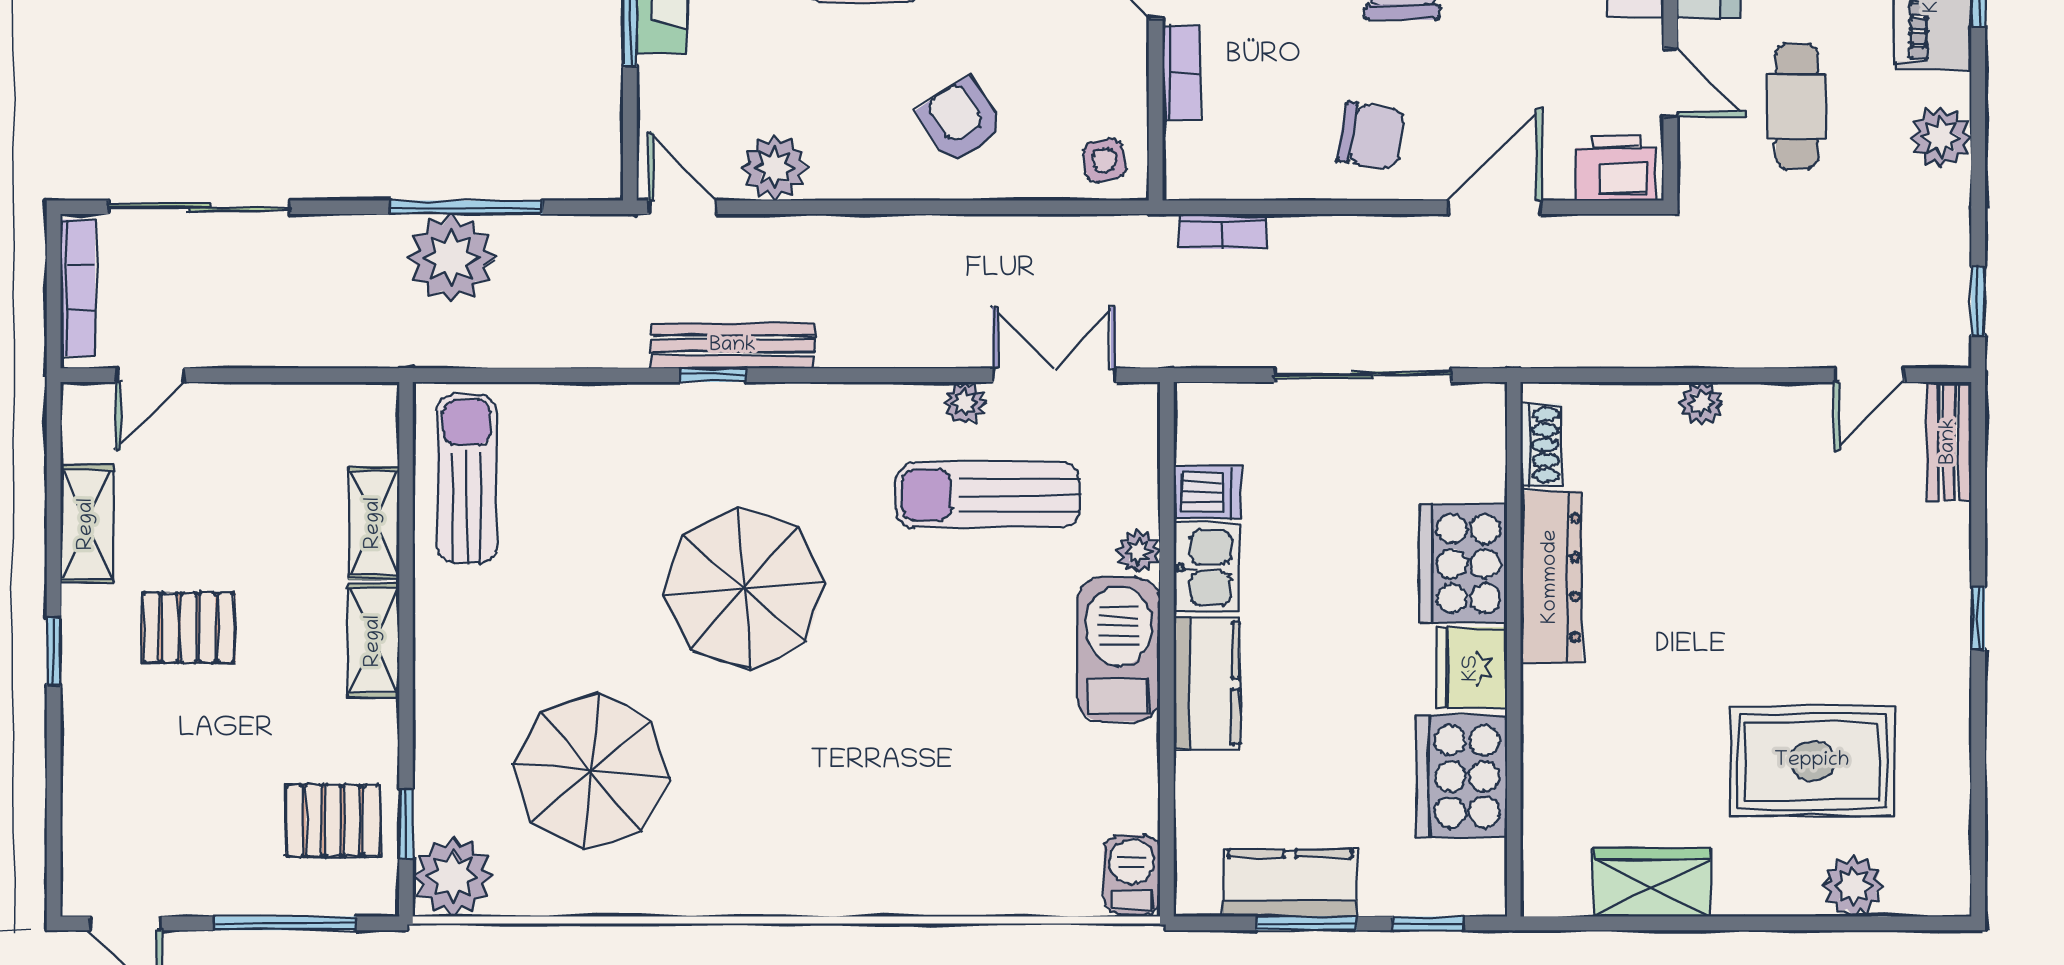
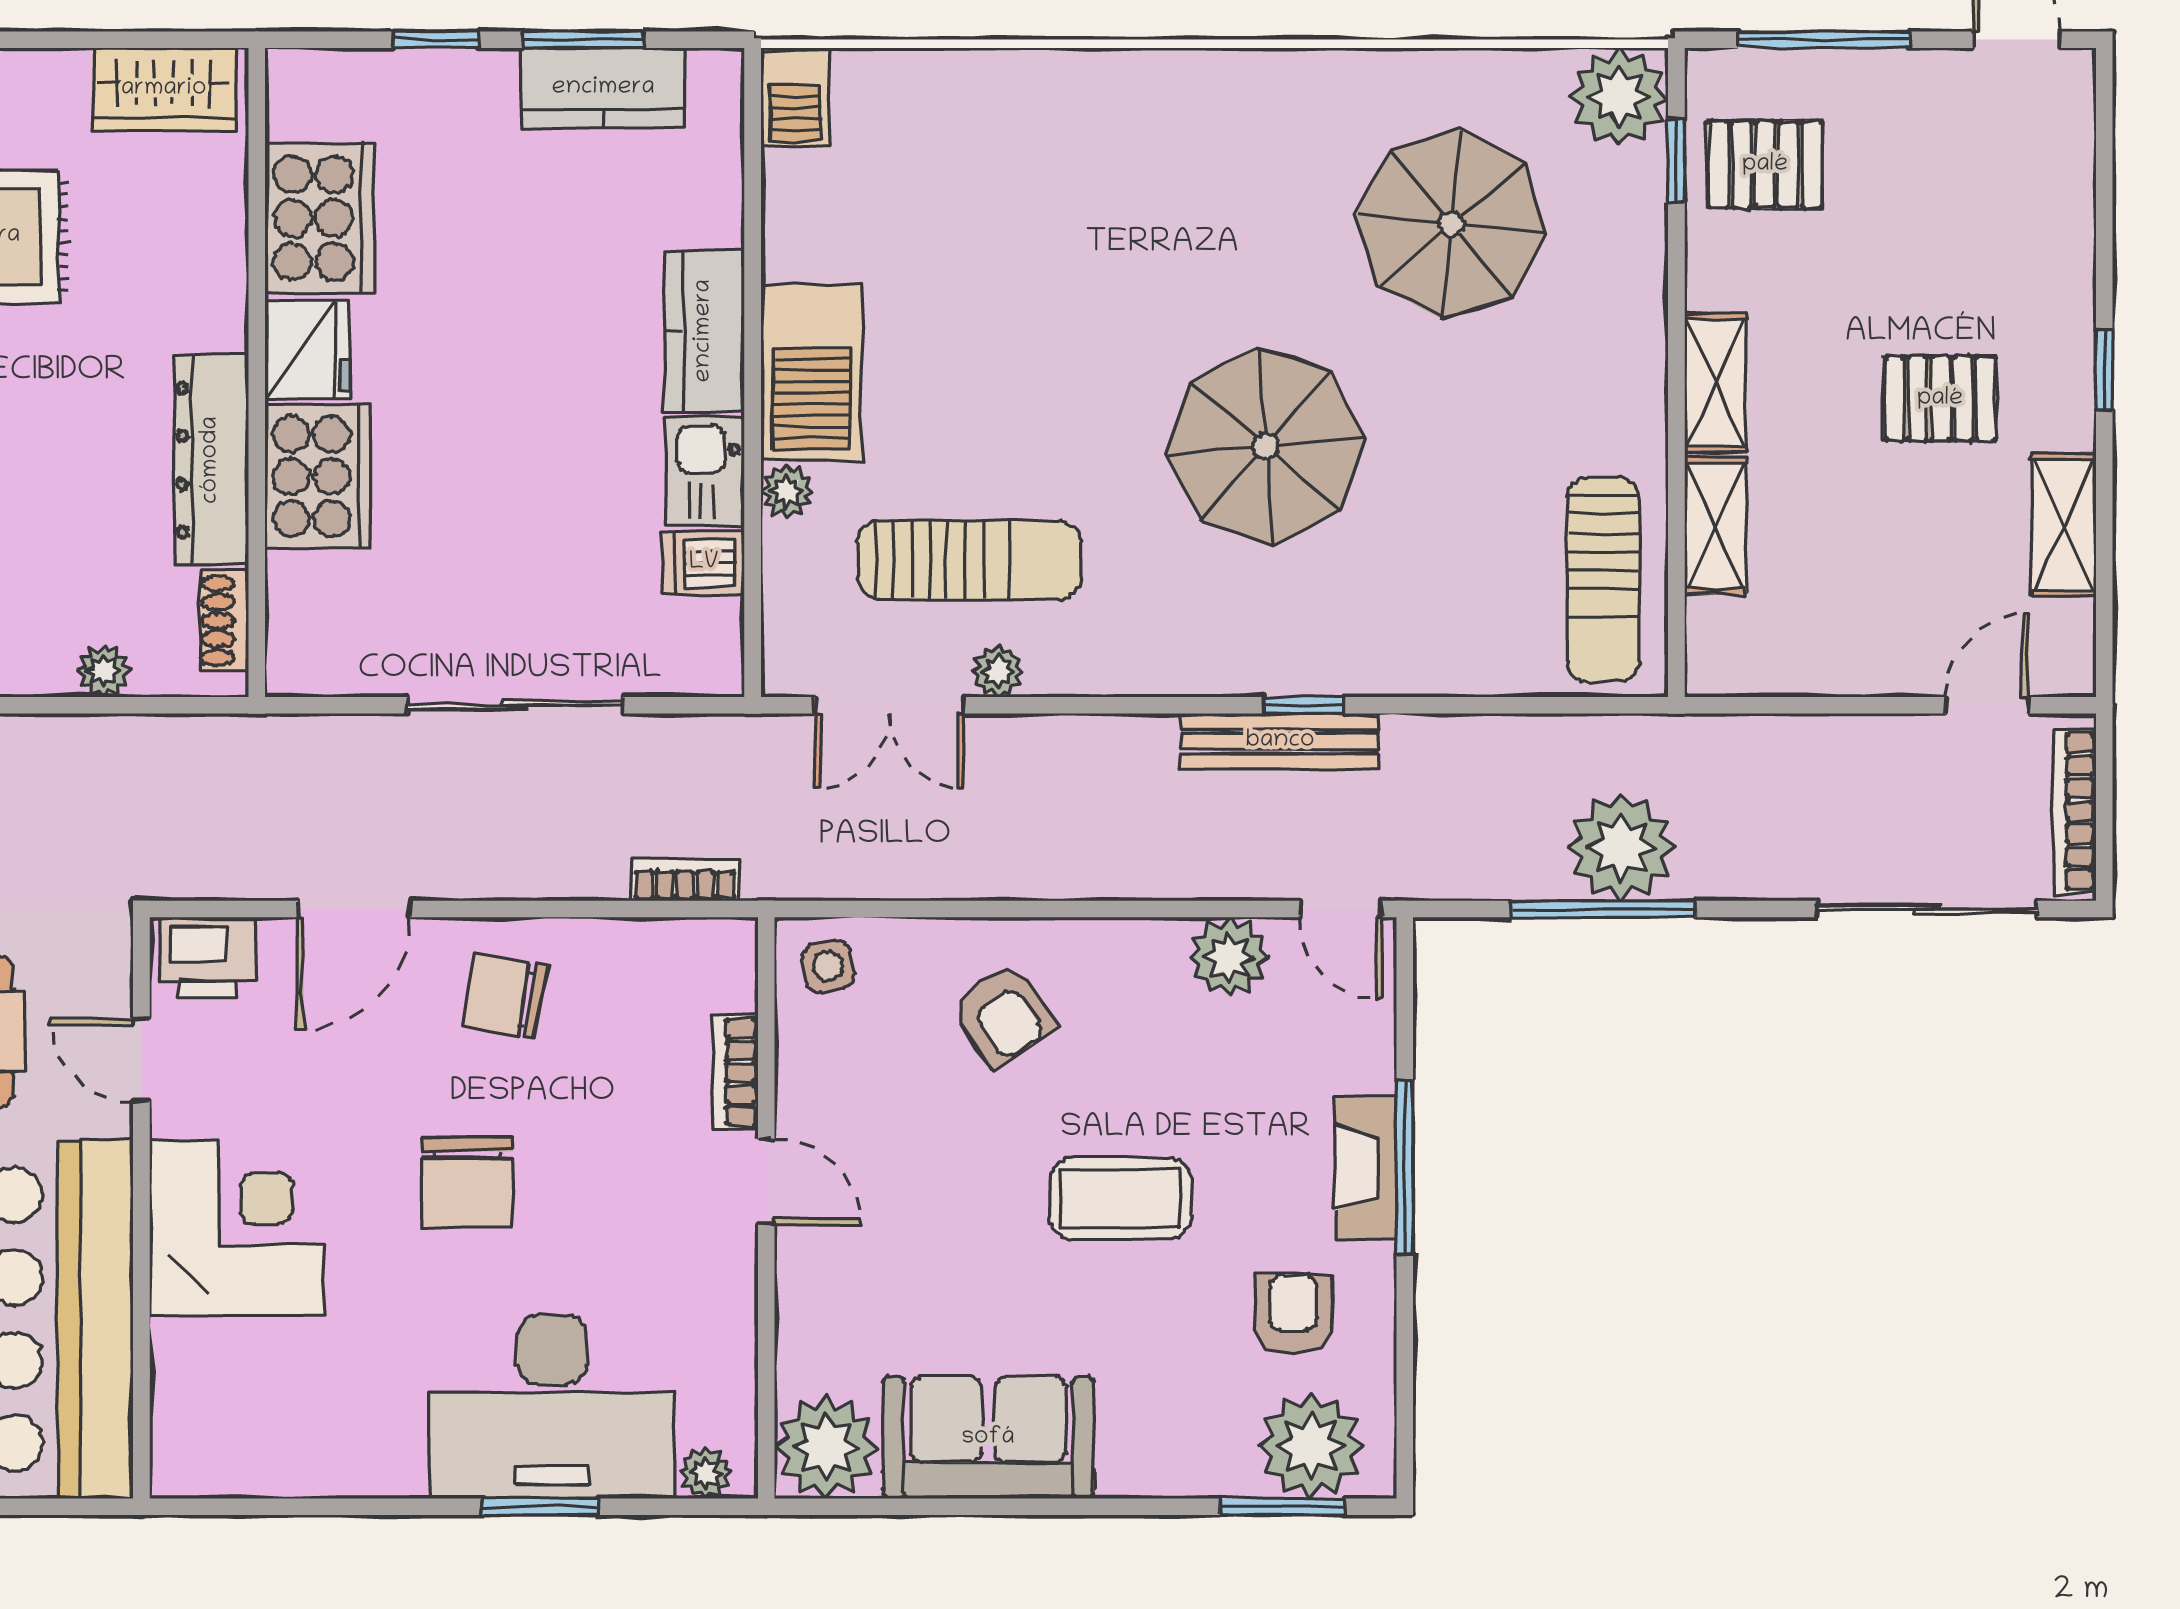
shoe rack: (1541, 445) -> (224, 621), moved
cooker: (1463, 564) -> (318, 477), moved
dresser: (1551, 577) -> (211, 460), moved
wall: (1514, 649) -> (257, 372), moved
fridge: (1472, 668) -> (307, 350), moved
cooker: (1462, 776) -> (320, 218), moved

